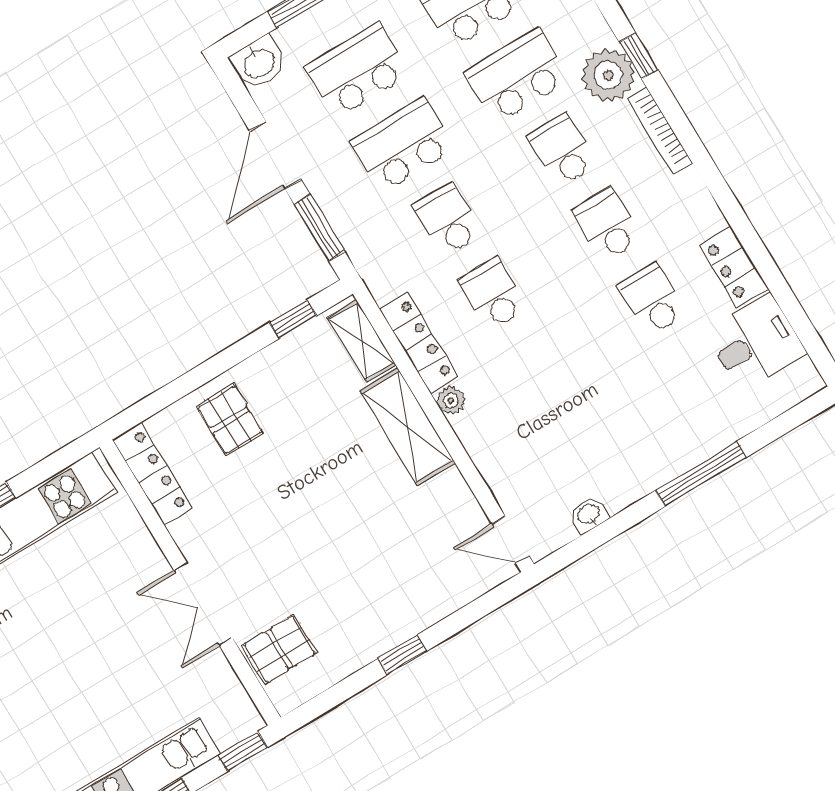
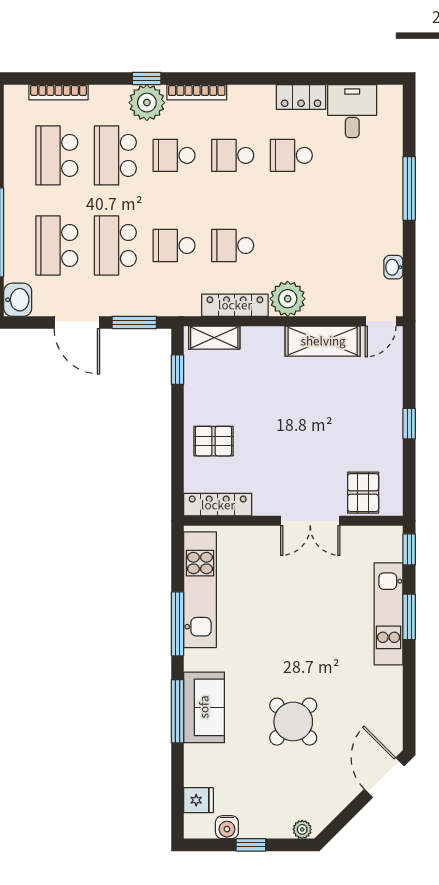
plant: (451, 400) -> (288, 299), width x1.88, depth x1.88
shelving: (407, 427) -> (323, 341), moved

